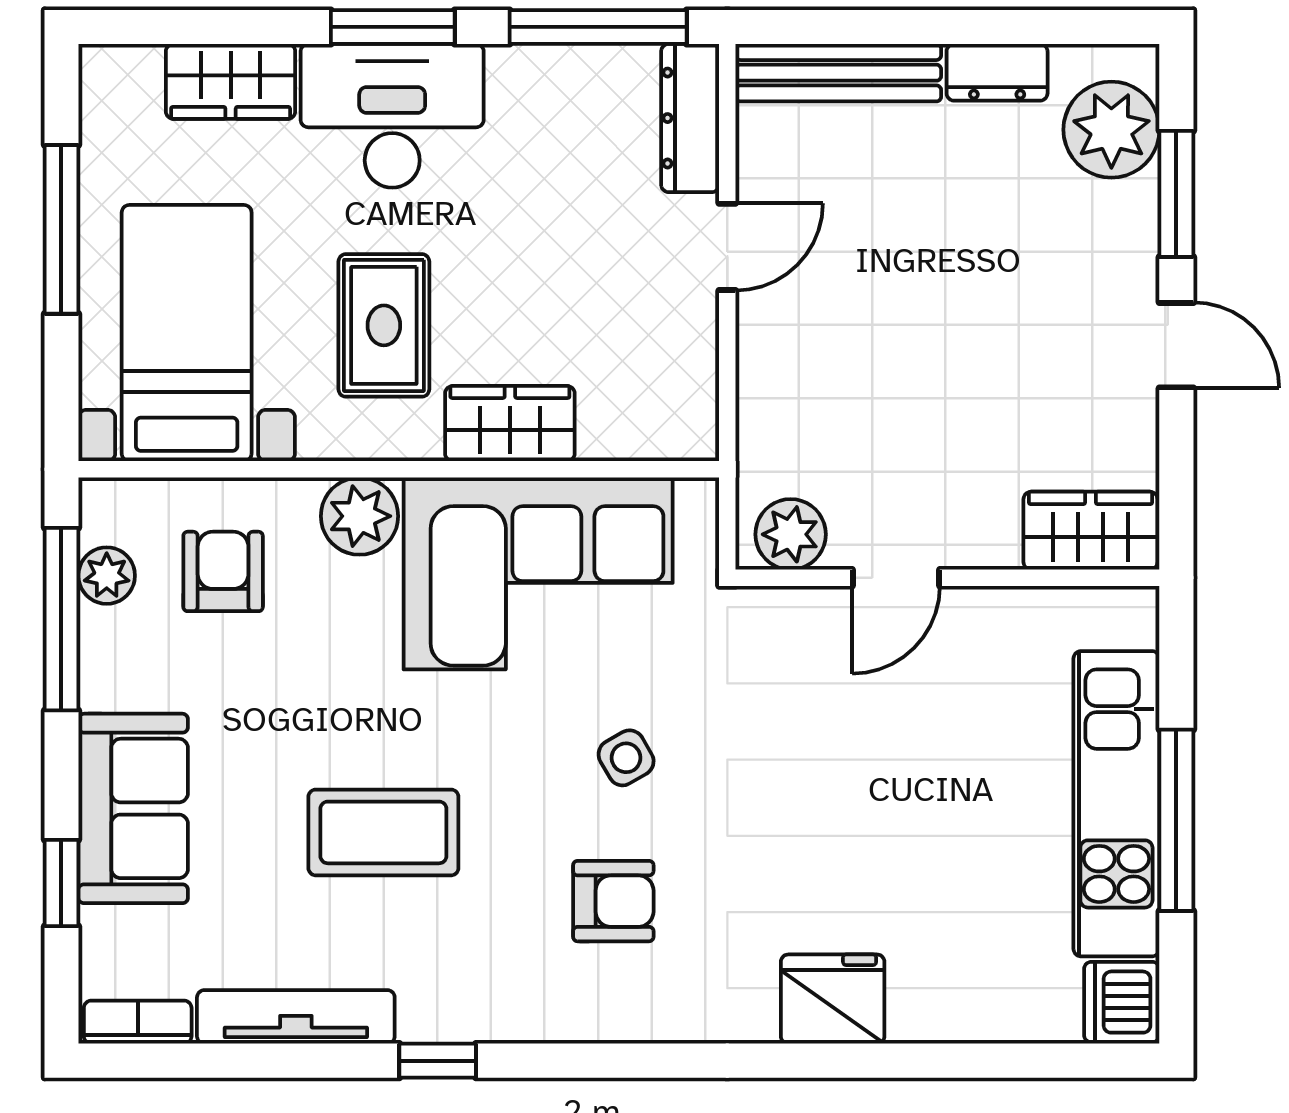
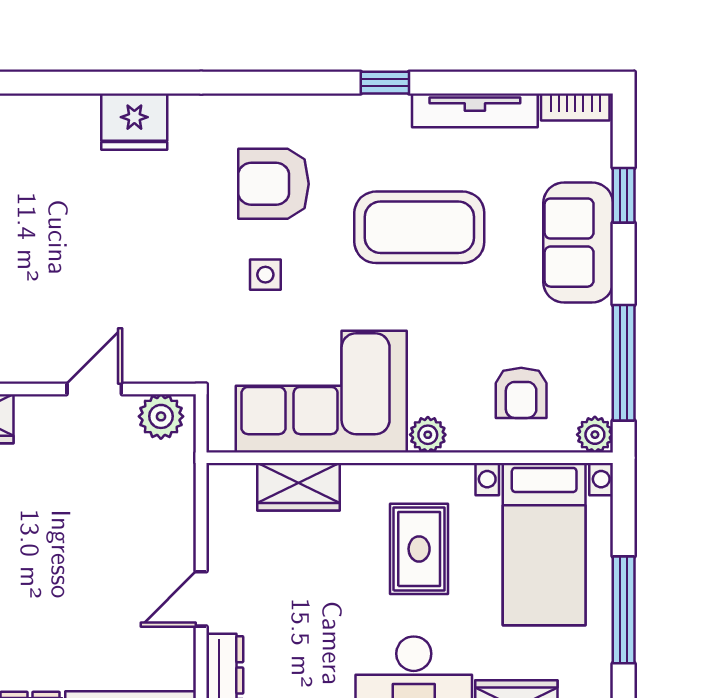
wardrobe: (510, 424) -> (298, 487), moved
plant: (360, 516) -> (428, 435), width x0.73, depth x0.73
plant: (107, 576) -> (595, 435), moved
side table: (626, 758) -> (265, 275), turned 30
coffee table: (383, 832) -> (419, 227), width x1.36, depth x1.32
armchair: (613, 901) -> (273, 184), width x1.38, depth x1.38

